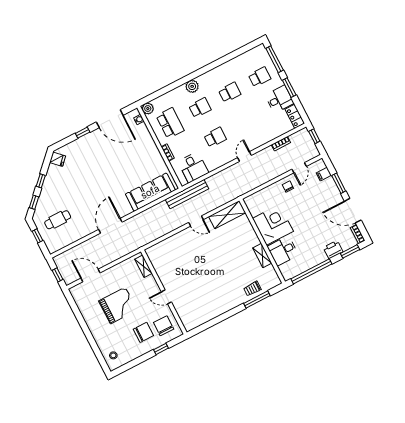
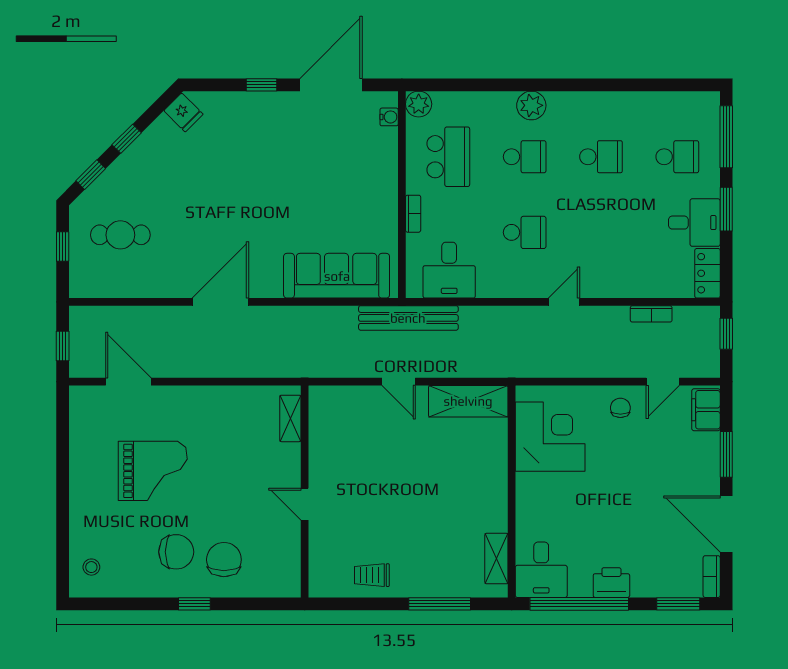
door: (110, 119) -> (331, 85), swing flipped
filing cabinet: (324, 174) -> (706, 410), width x2.00
corner desk: (273, 225) -> (550, 437), moved
printer: (333, 250) -> (611, 583), moved
desk: (283, 251) -> (541, 570), moved, turned -90
shelving: (262, 255) -> (496, 559), moved
shelving: (144, 266) -> (290, 418), moved
trolley: (252, 289) -> (372, 575), moved
wall: (164, 292) -> (305, 491), moved
door: (166, 297) -> (305, 504), moved

